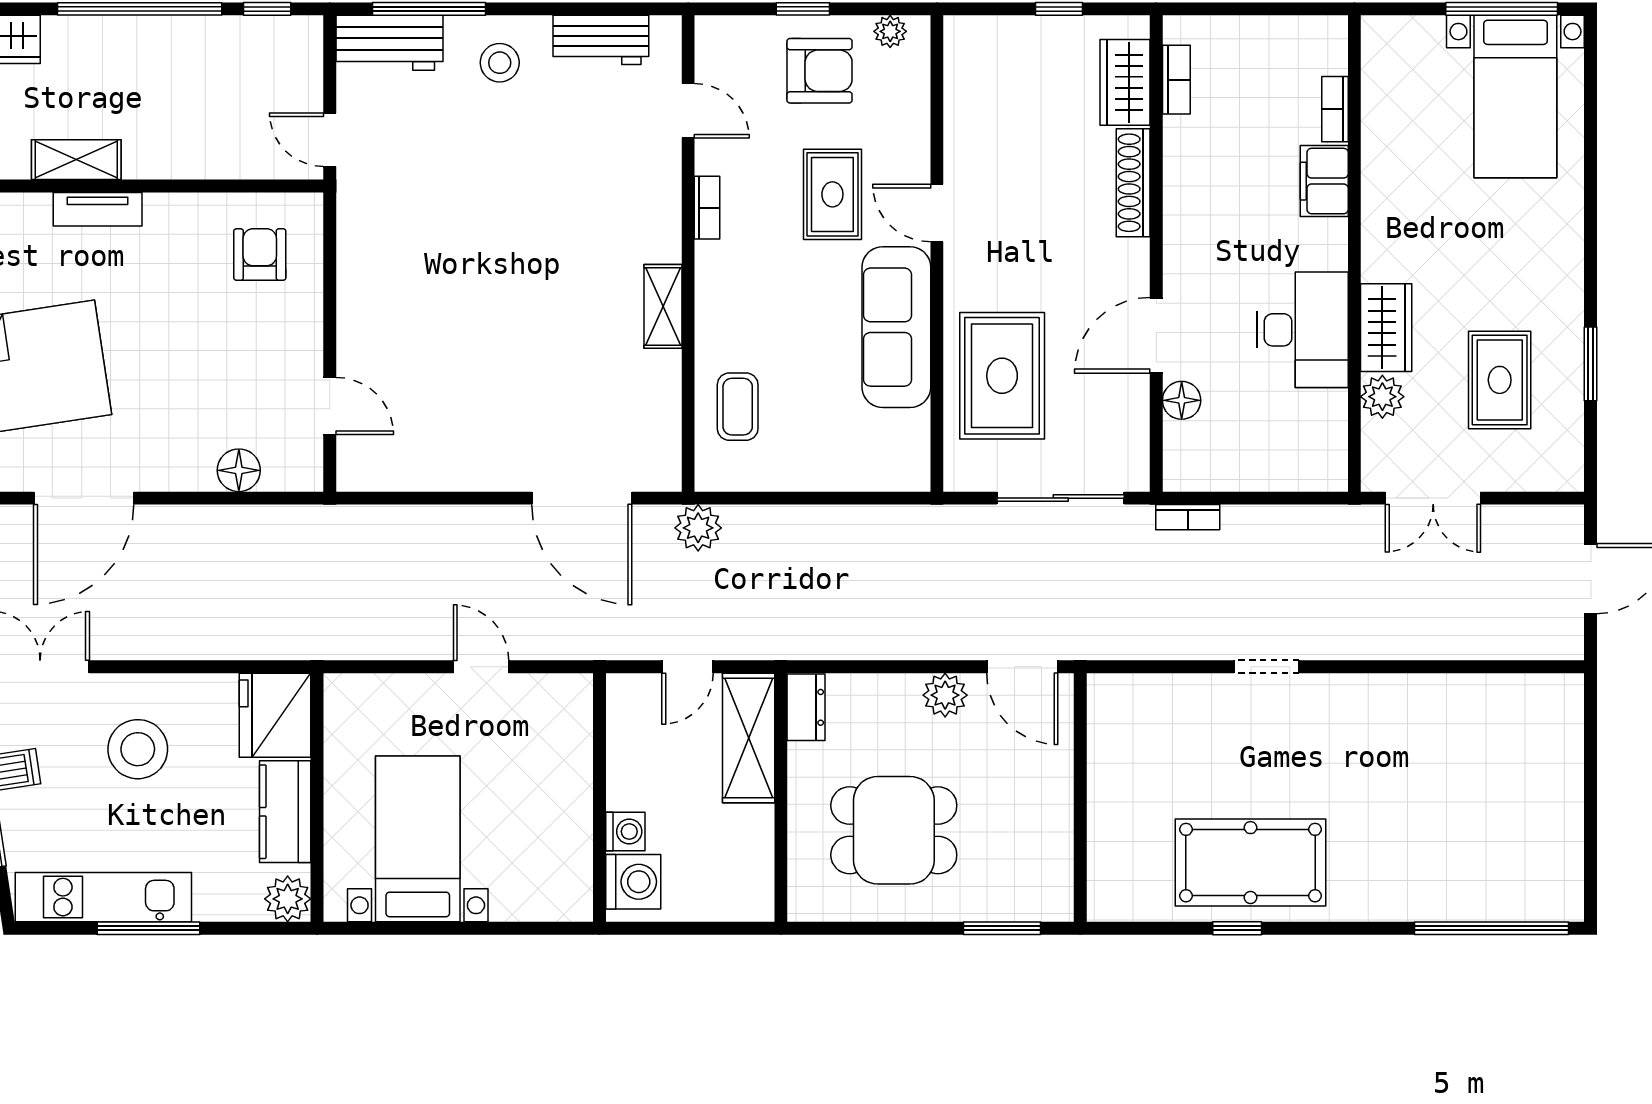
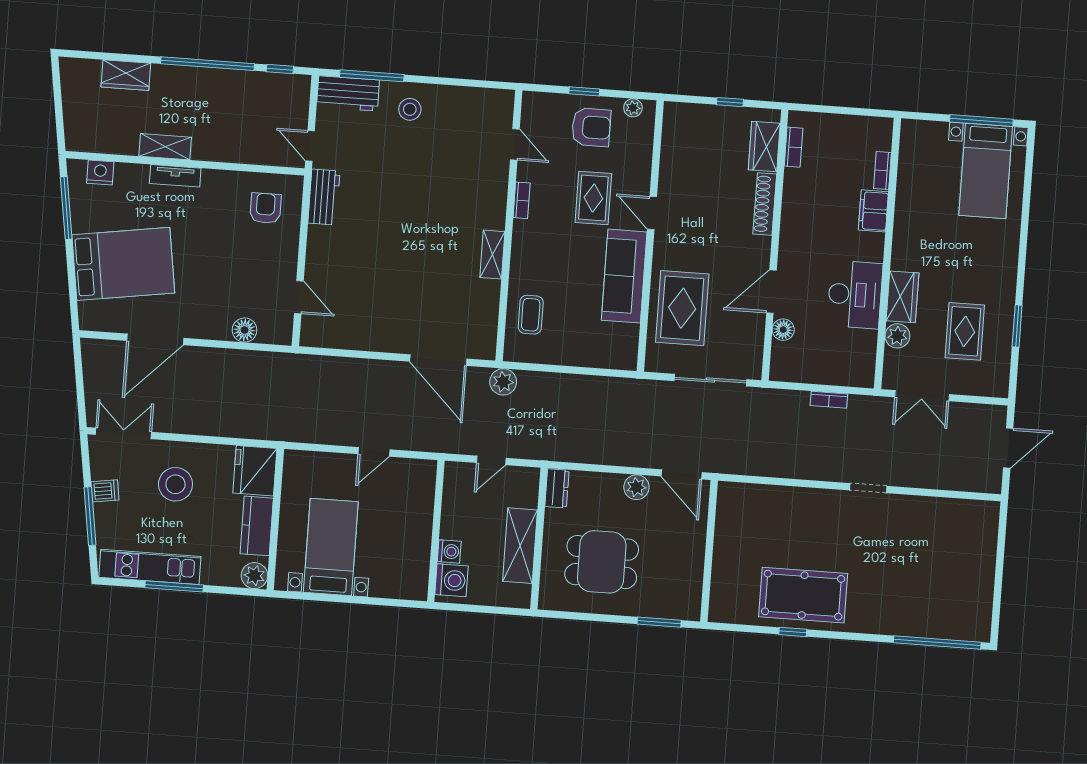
workbench: (601, 40) -> (324, 197), moved, turned -90
bookcase: (1188, 517) -> (829, 400), moved
door: (481, 667) -> (374, 452), swing flipped
doorway: (1267, 667) -> (868, 488), moved
shelving: (749, 738) -> (520, 546), moved

